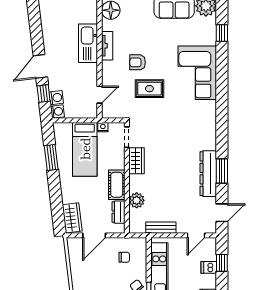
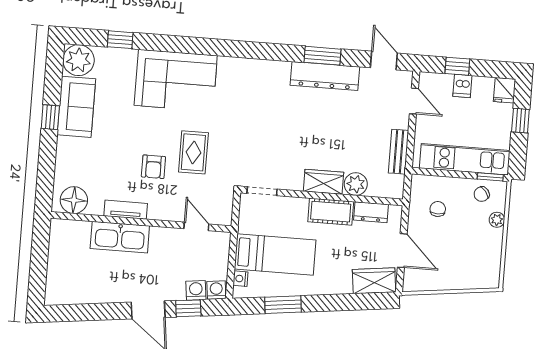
nightstand: (103, 127) -> (240, 279), moved
wardrobe: (136, 161) -> (323, 182), moved

